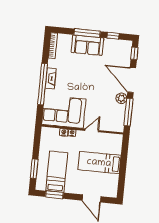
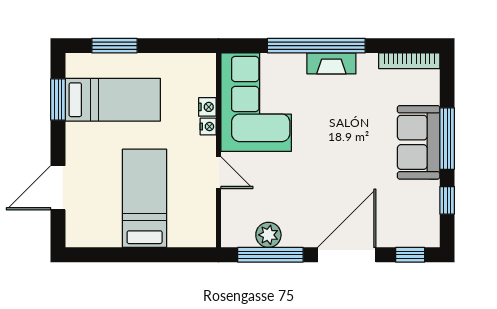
plant: (121, 98) -> (268, 235), moved

